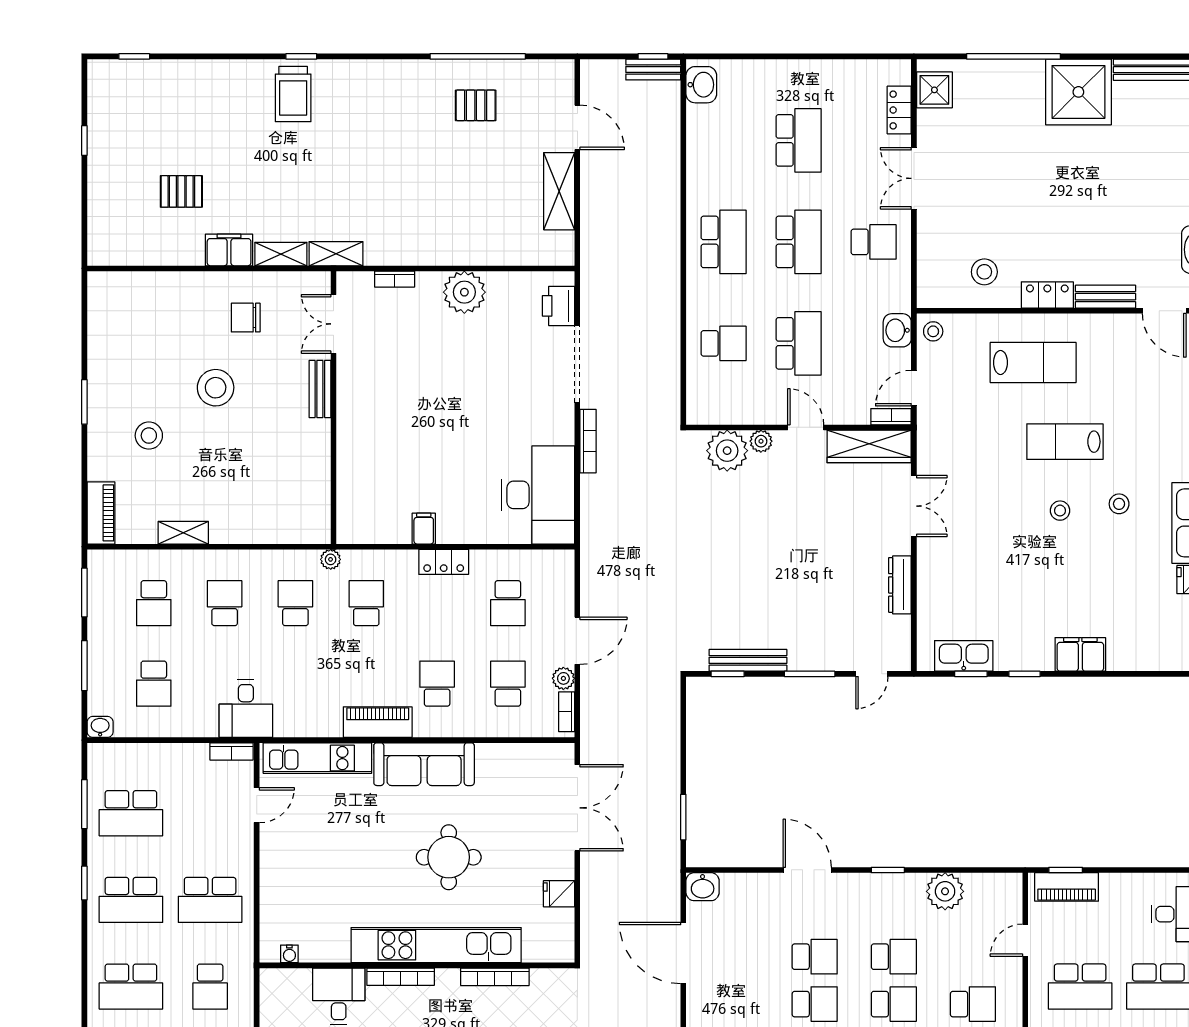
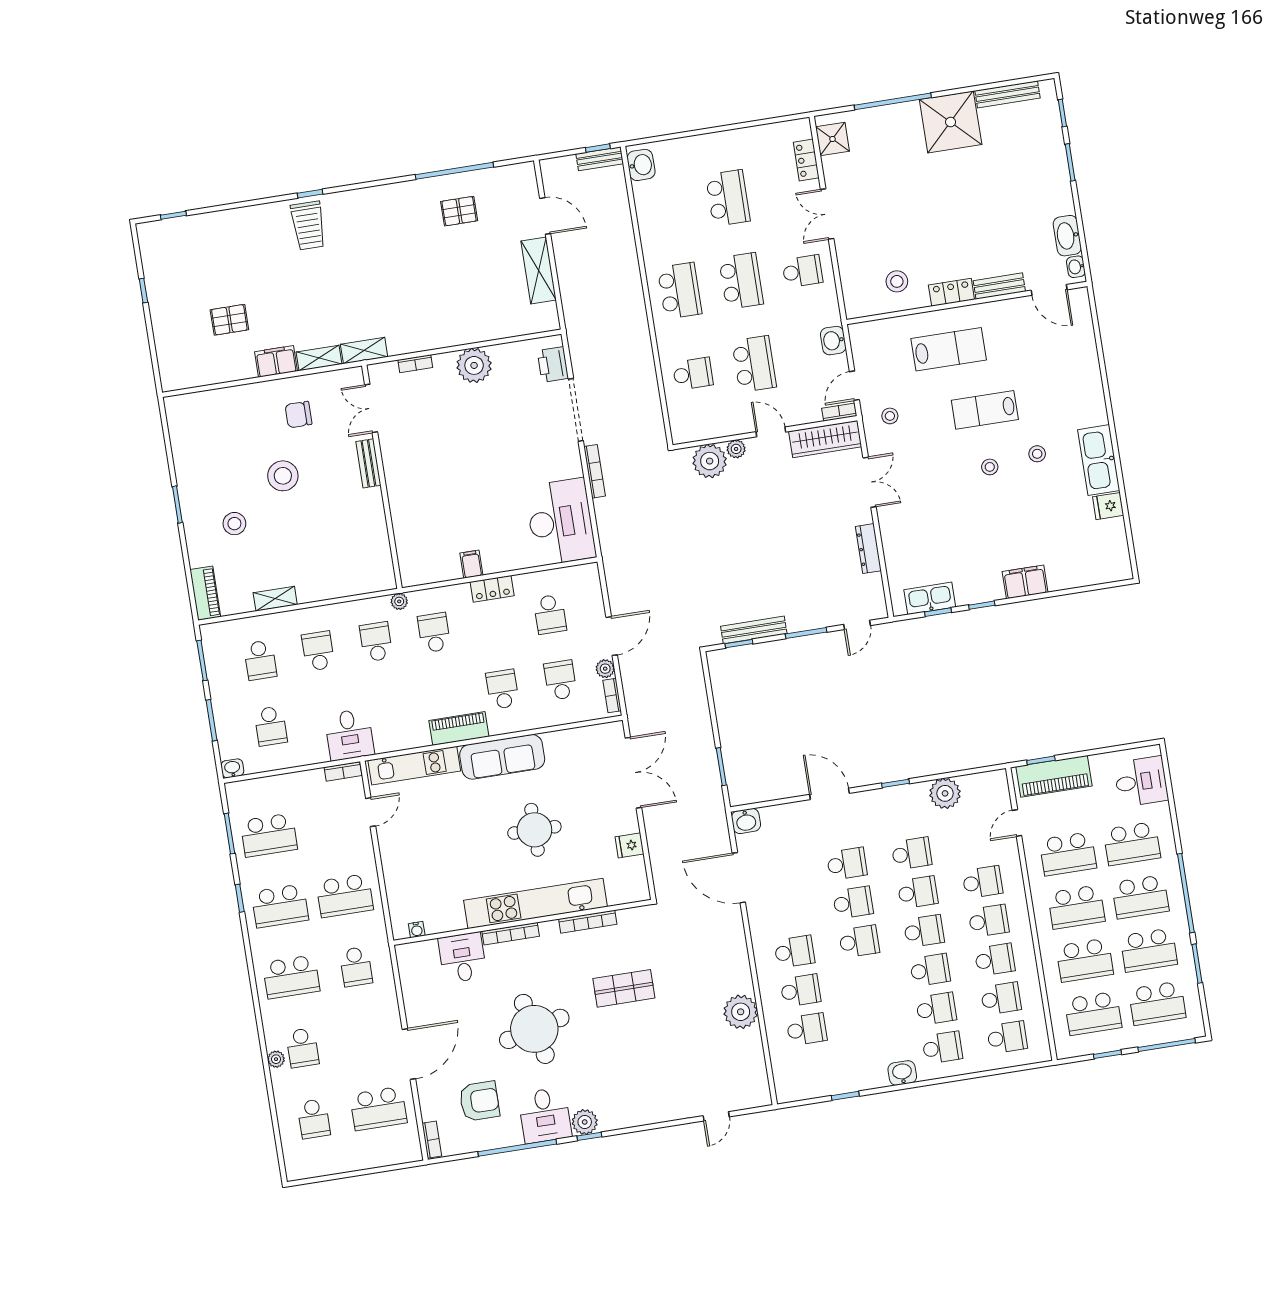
stool: (933, 331) -> (890, 416), moved
piano: (1067, 887) -> (1054, 776), width x1.37, depth x1.33

